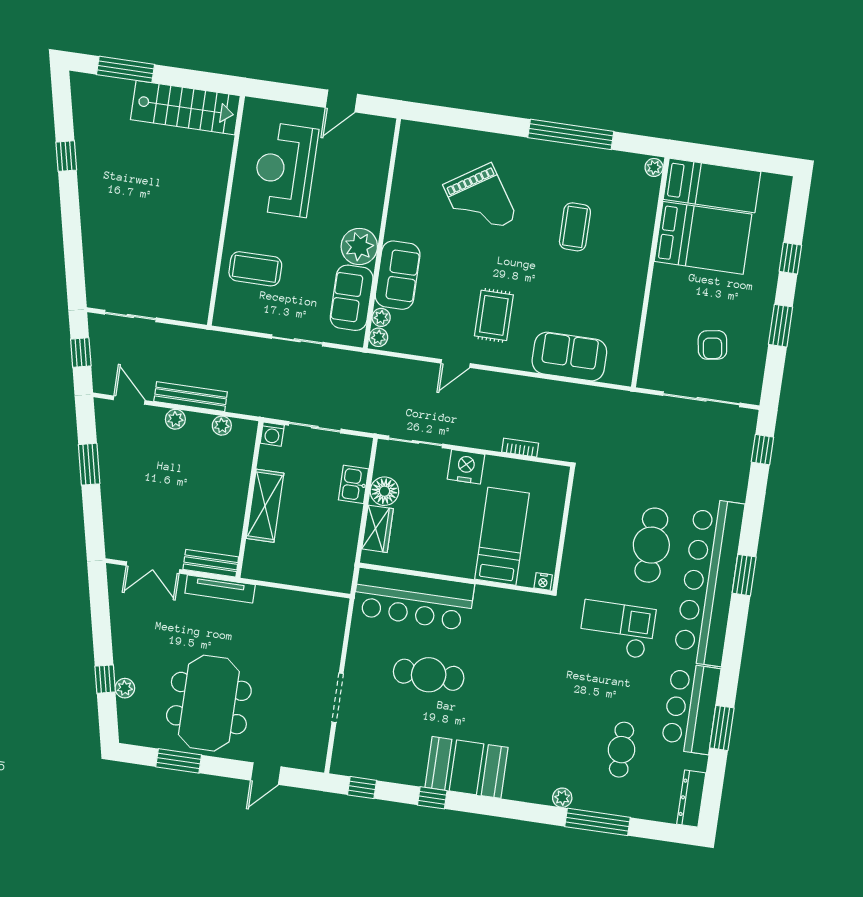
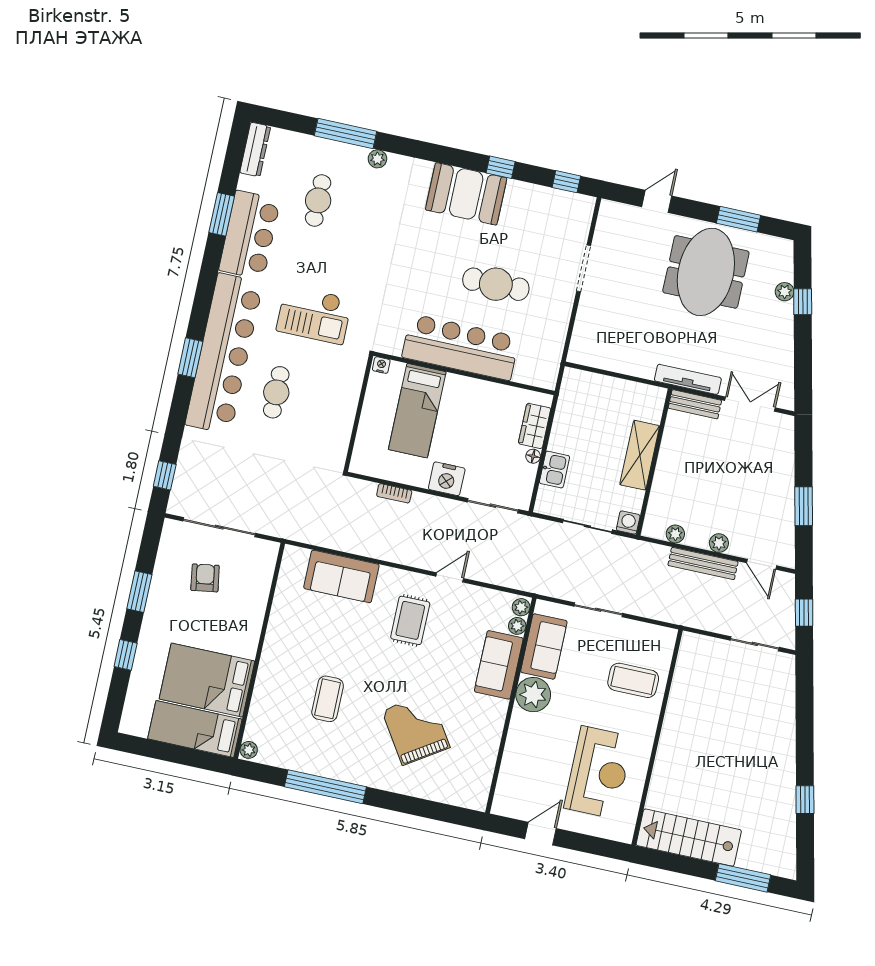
floor lamp: (384, 491) -> (533, 456), width x0.53, depth x0.53
cafe table: (651, 545) -> (276, 392), width x0.73, depth x0.74
bar counter: (414, 599) -> (461, 347), moved

